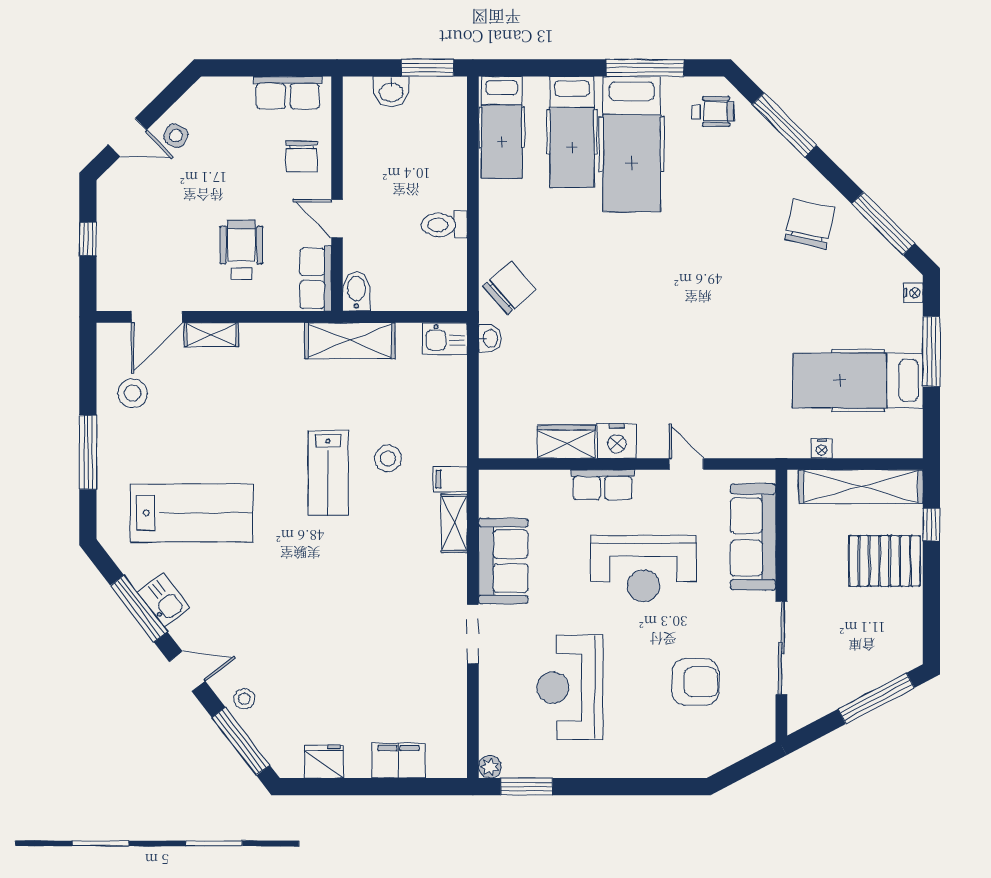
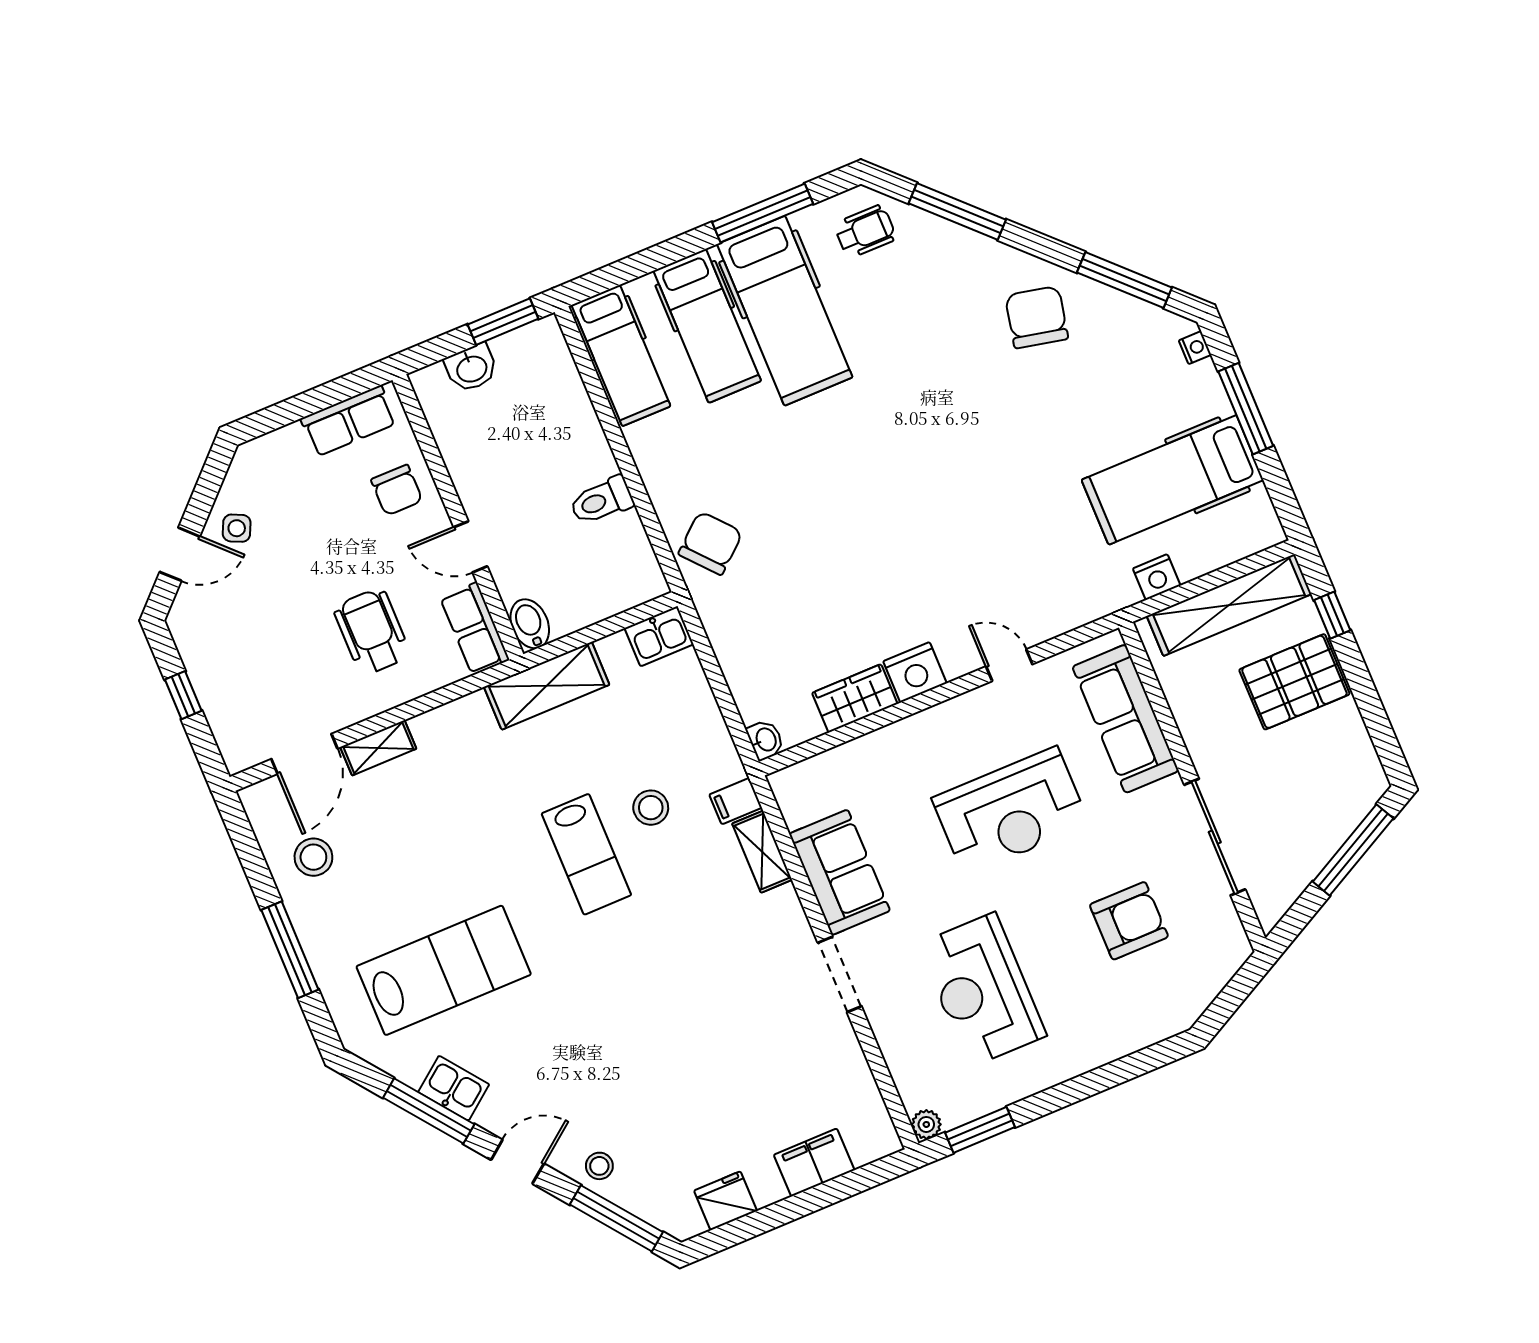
washbasin: (490, 338) -> (765, 740), moved
nightstand: (822, 448) -> (1157, 577), width x1.39, depth x1.35
row of seats: (603, 485) -> (920, 732), removed

